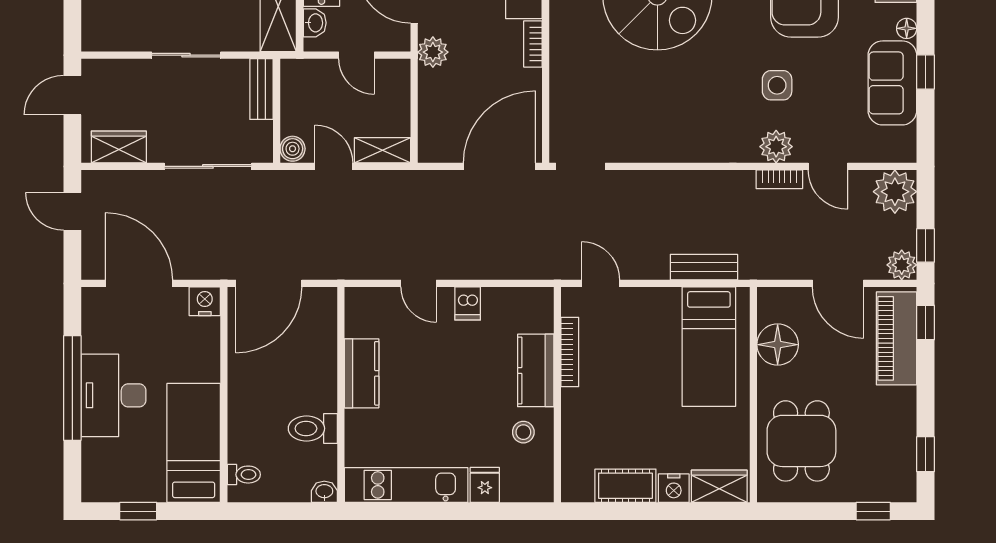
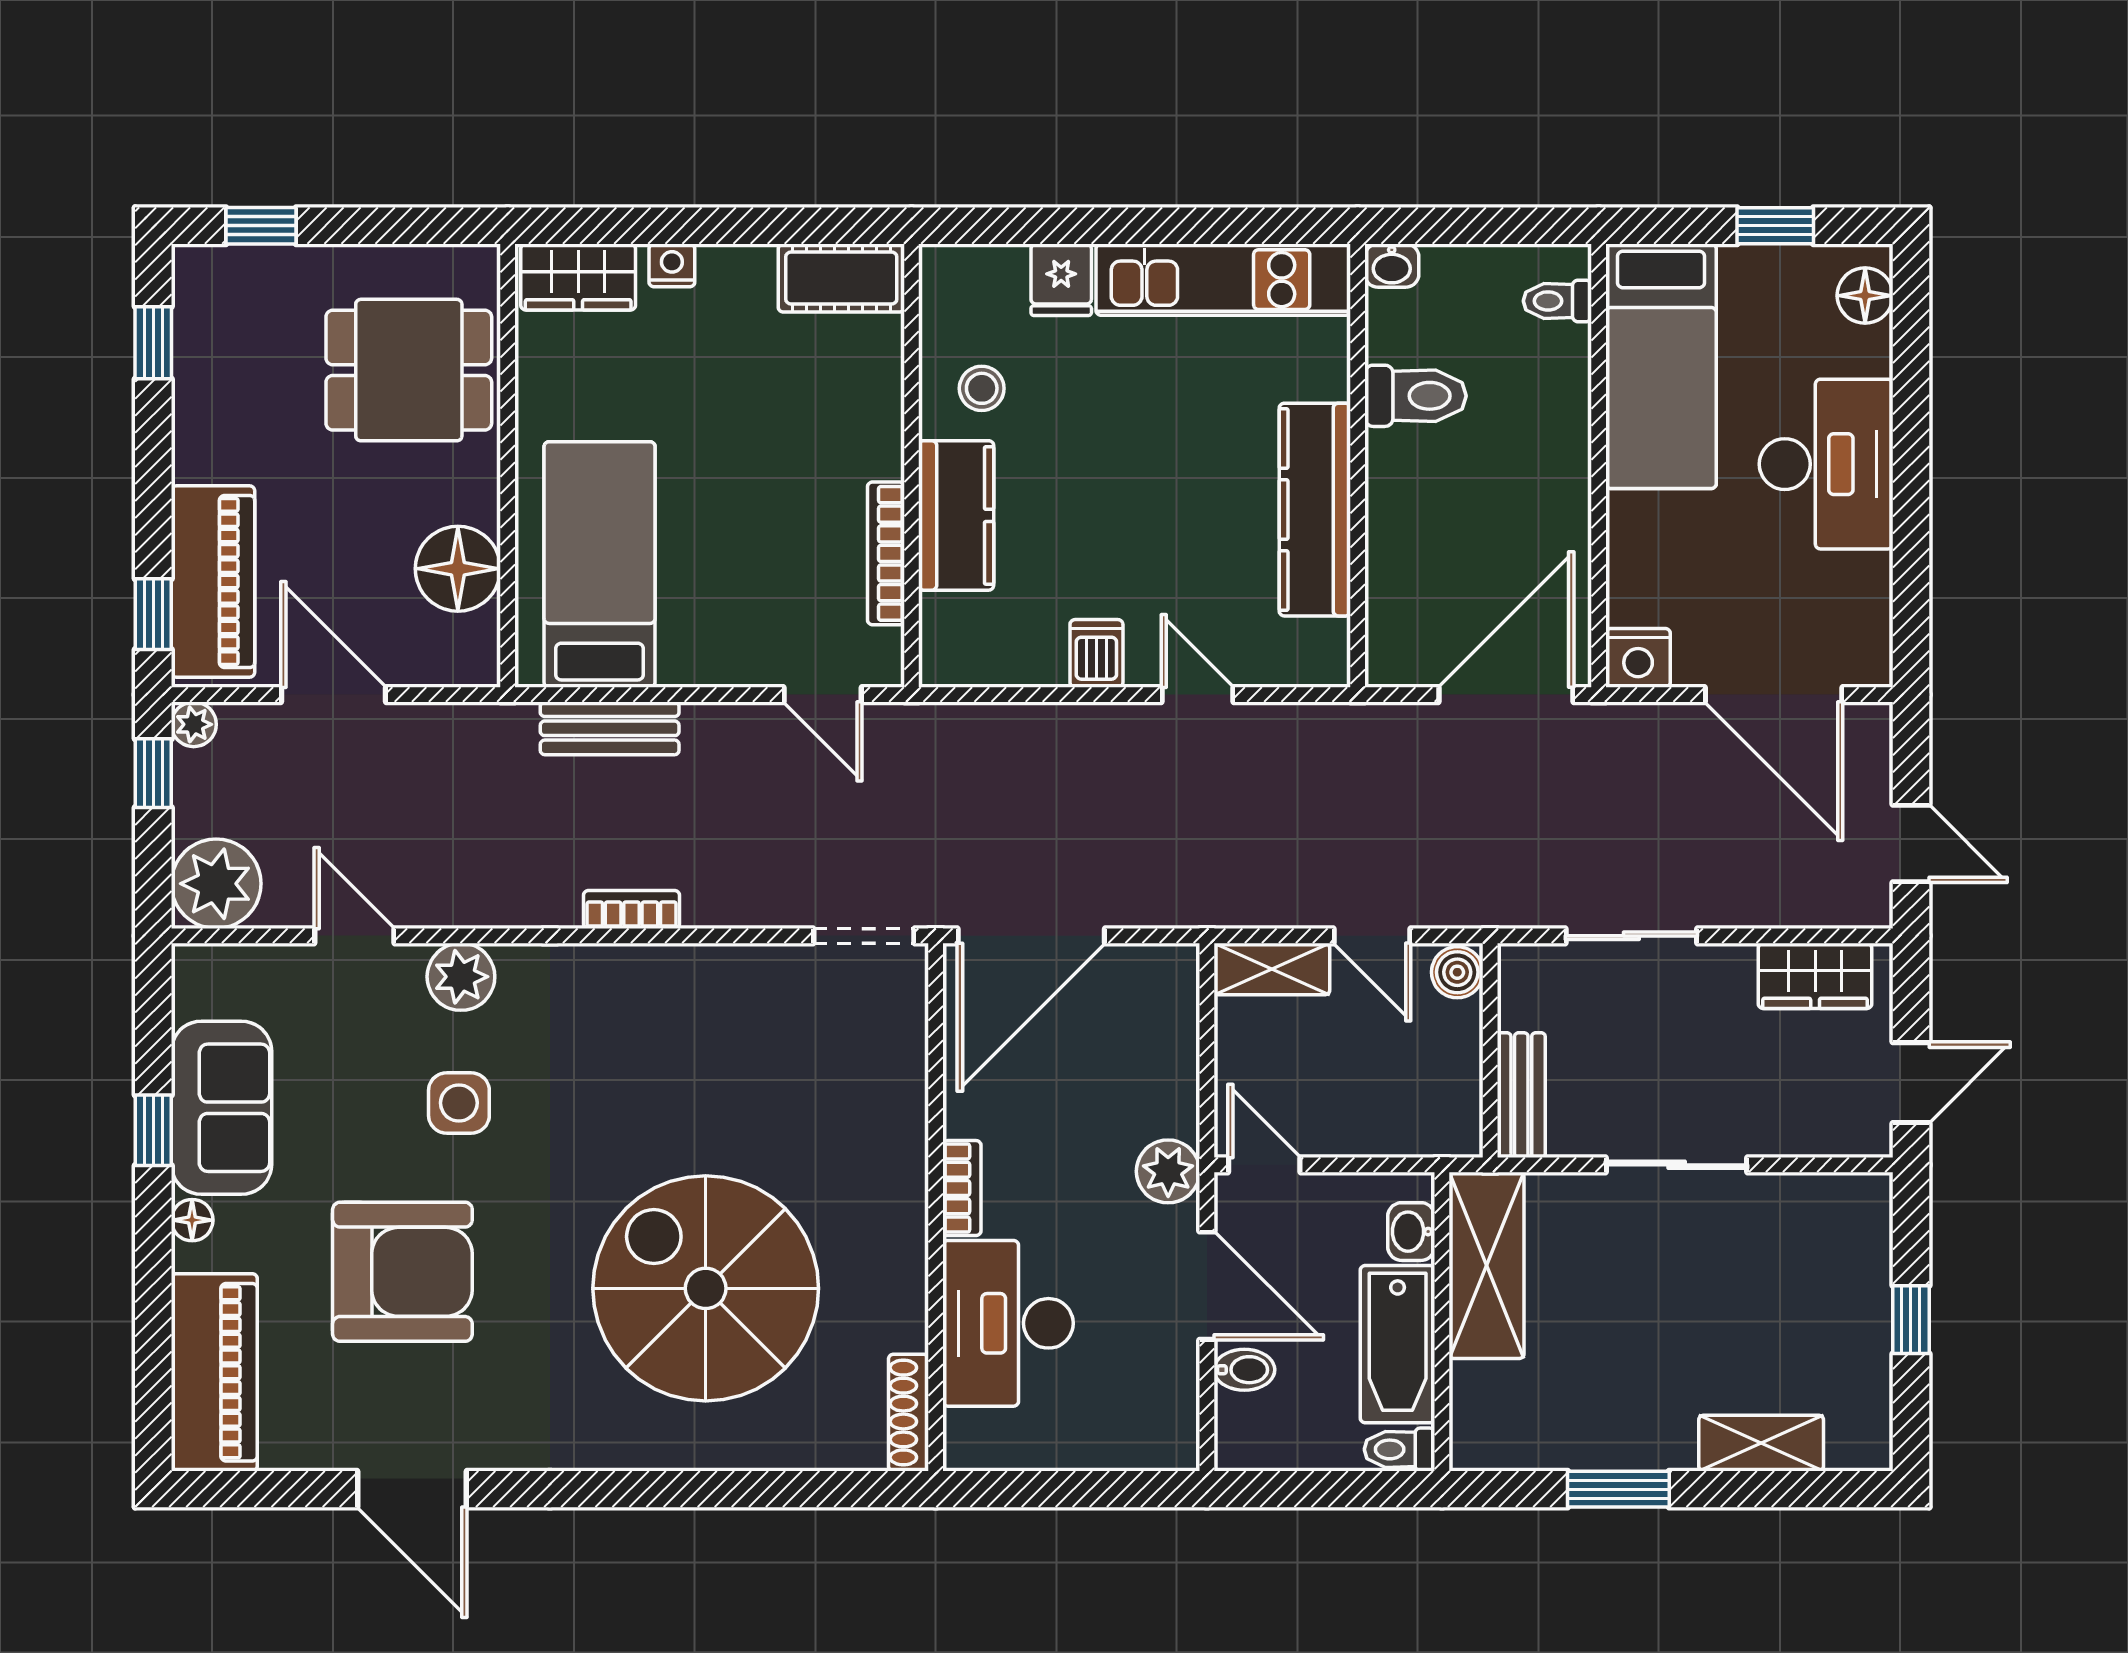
door: (356, 55) -> (1264, 1165), moved
sliding door: (208, 166) -> (1631, 936), width x0.73
bookcase: (779, 179) -> (632, 909), moved
plant: (902, 265) -> (194, 724), width x0.73, depth x0.73
kitchen counter: (362, 373) -> (1315, 510), width x1.50
window: (72, 388) -> (1911, 479), removed
dining table: (801, 441) -> (409, 370), turned 90
floor lamp: (95, 477) -> (1865, 296), added
cot: (625, 486) -> (841, 278), moved
nightstand: (674, 488) -> (672, 265), width x0.72, depth x0.74

